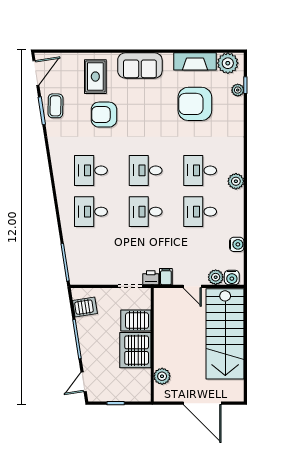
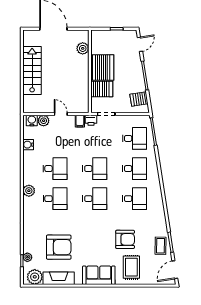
desk: (91, 253) -> (135, 138), added
stairs: (225, 334) -> (32, 70), width x0.73, depth x0.66

